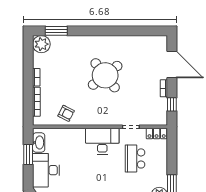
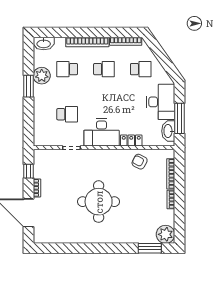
round table: (105, 75) -> (99, 202), turned 38
locker: (157, 134) -> (131, 140), moved
window: (28, 154) -> (179, 118), width x1.44
school desk: (135, 158) -> (67, 114), width x0.54

